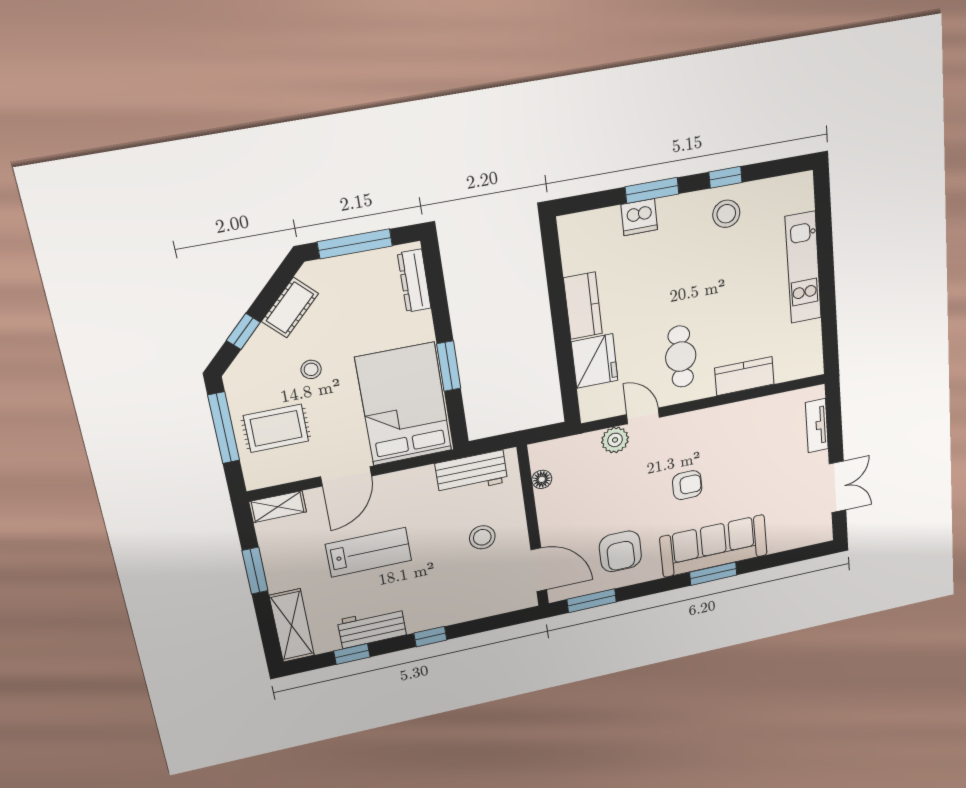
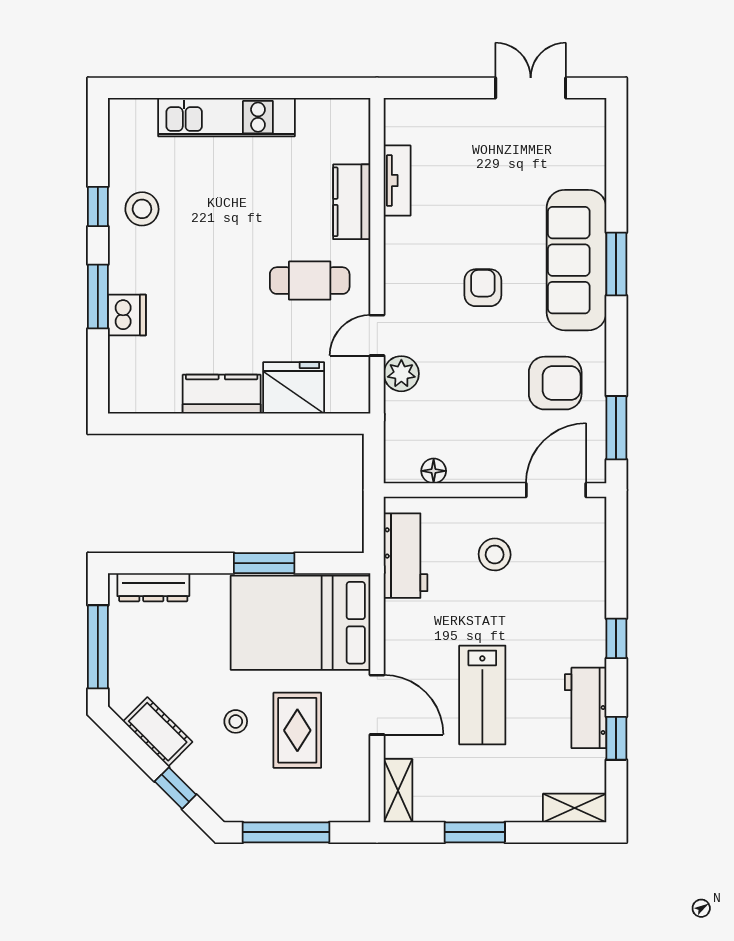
tv unit: (817, 426) -> (397, 181), moved, turned -90
rug: (276, 428) -> (297, 730), moved
lab bench: (369, 552) -> (482, 695), turned 180
shelving: (292, 626) -> (575, 808), width x0.67, depth x0.75

